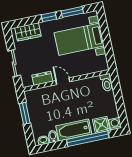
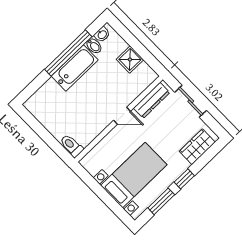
dresser: (42, 78) -> (152, 100), width x1.44
window: (25, 113) -> (142, 52), removed
washing machine: (115, 124) -> (32, 105), removed
shower: (101, 125) -> (130, 60), moved
window: (88, 139) -> (68, 53), moved

